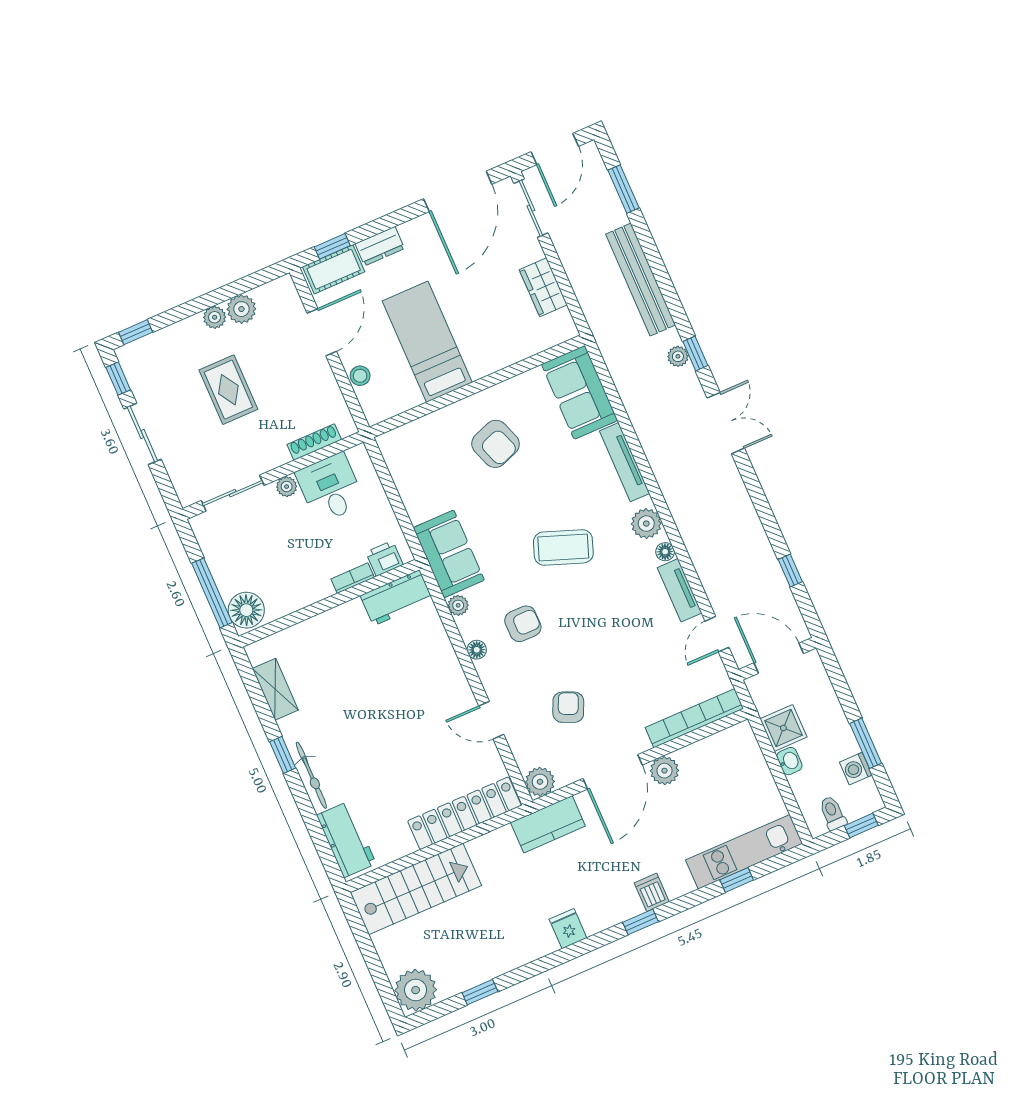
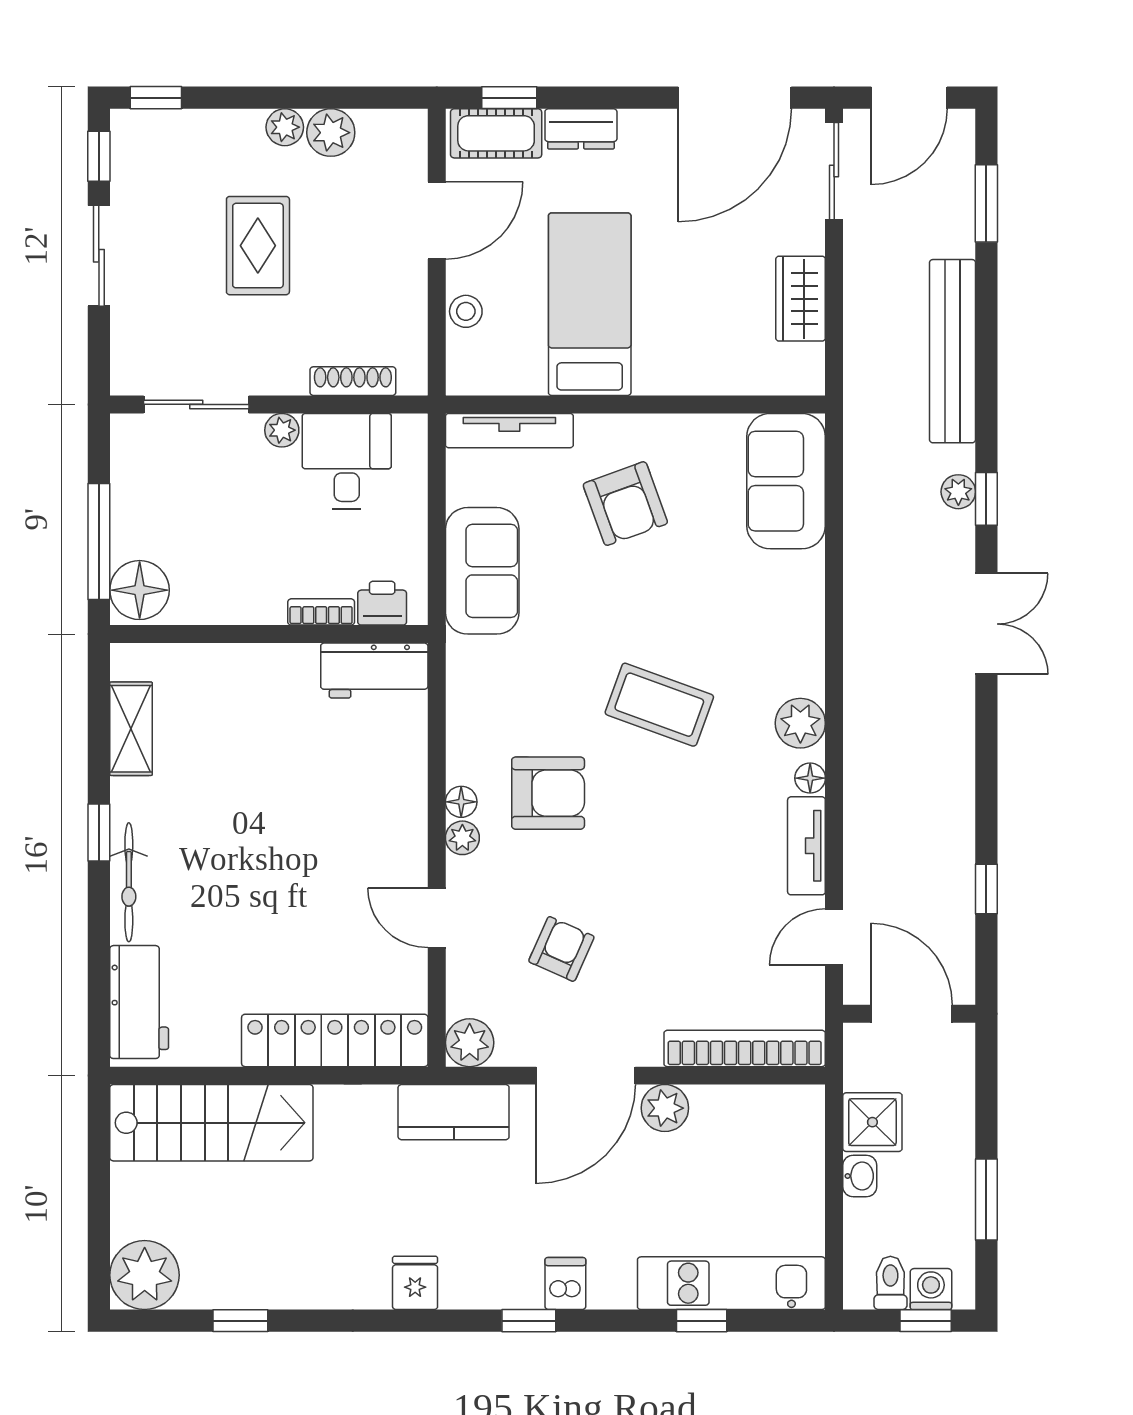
tv unit: (625, 462) -> (509, 431), moved, turned -90
sofa: (449, 554) -> (482, 571), moved
plant: (458, 605) -> (462, 838), moved
armchair: (523, 624) -> (548, 793), width x1.38, depth x1.38
washing machine: (856, 769) -> (931, 1289), moved, turned 90

